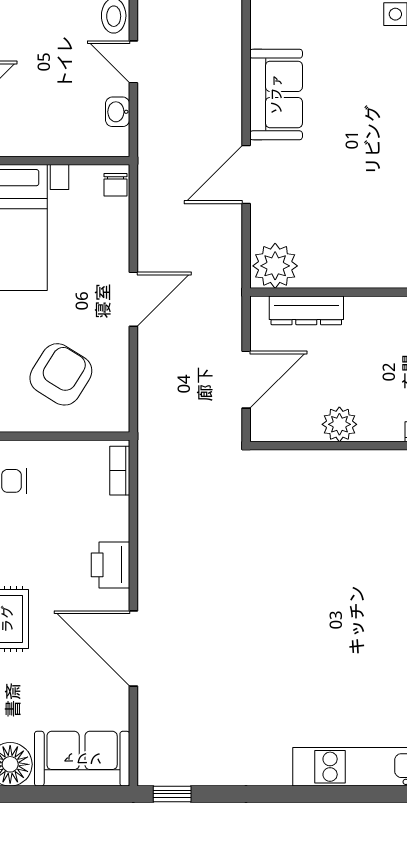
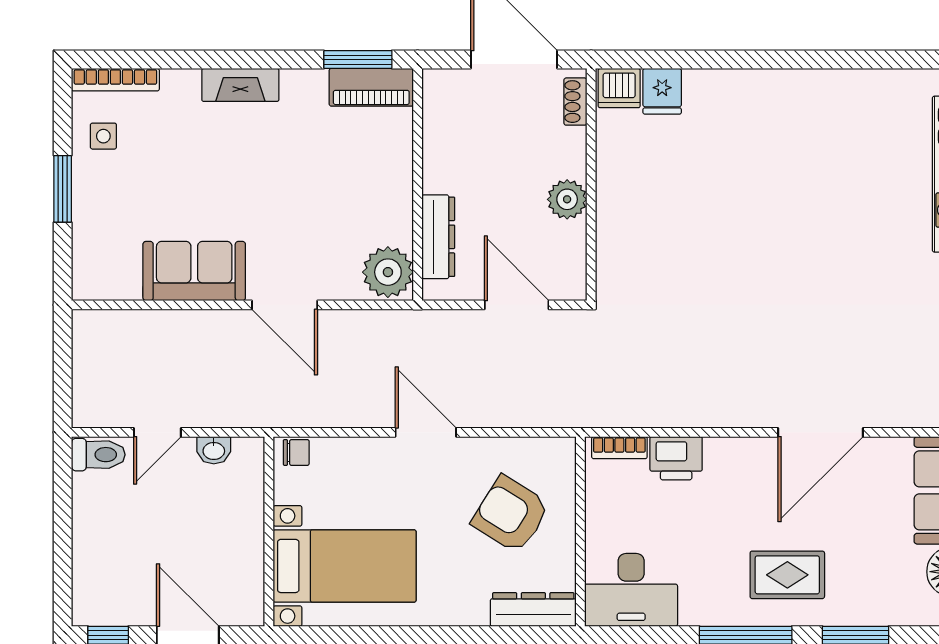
printer: (110, 565) -> (676, 458), moved

